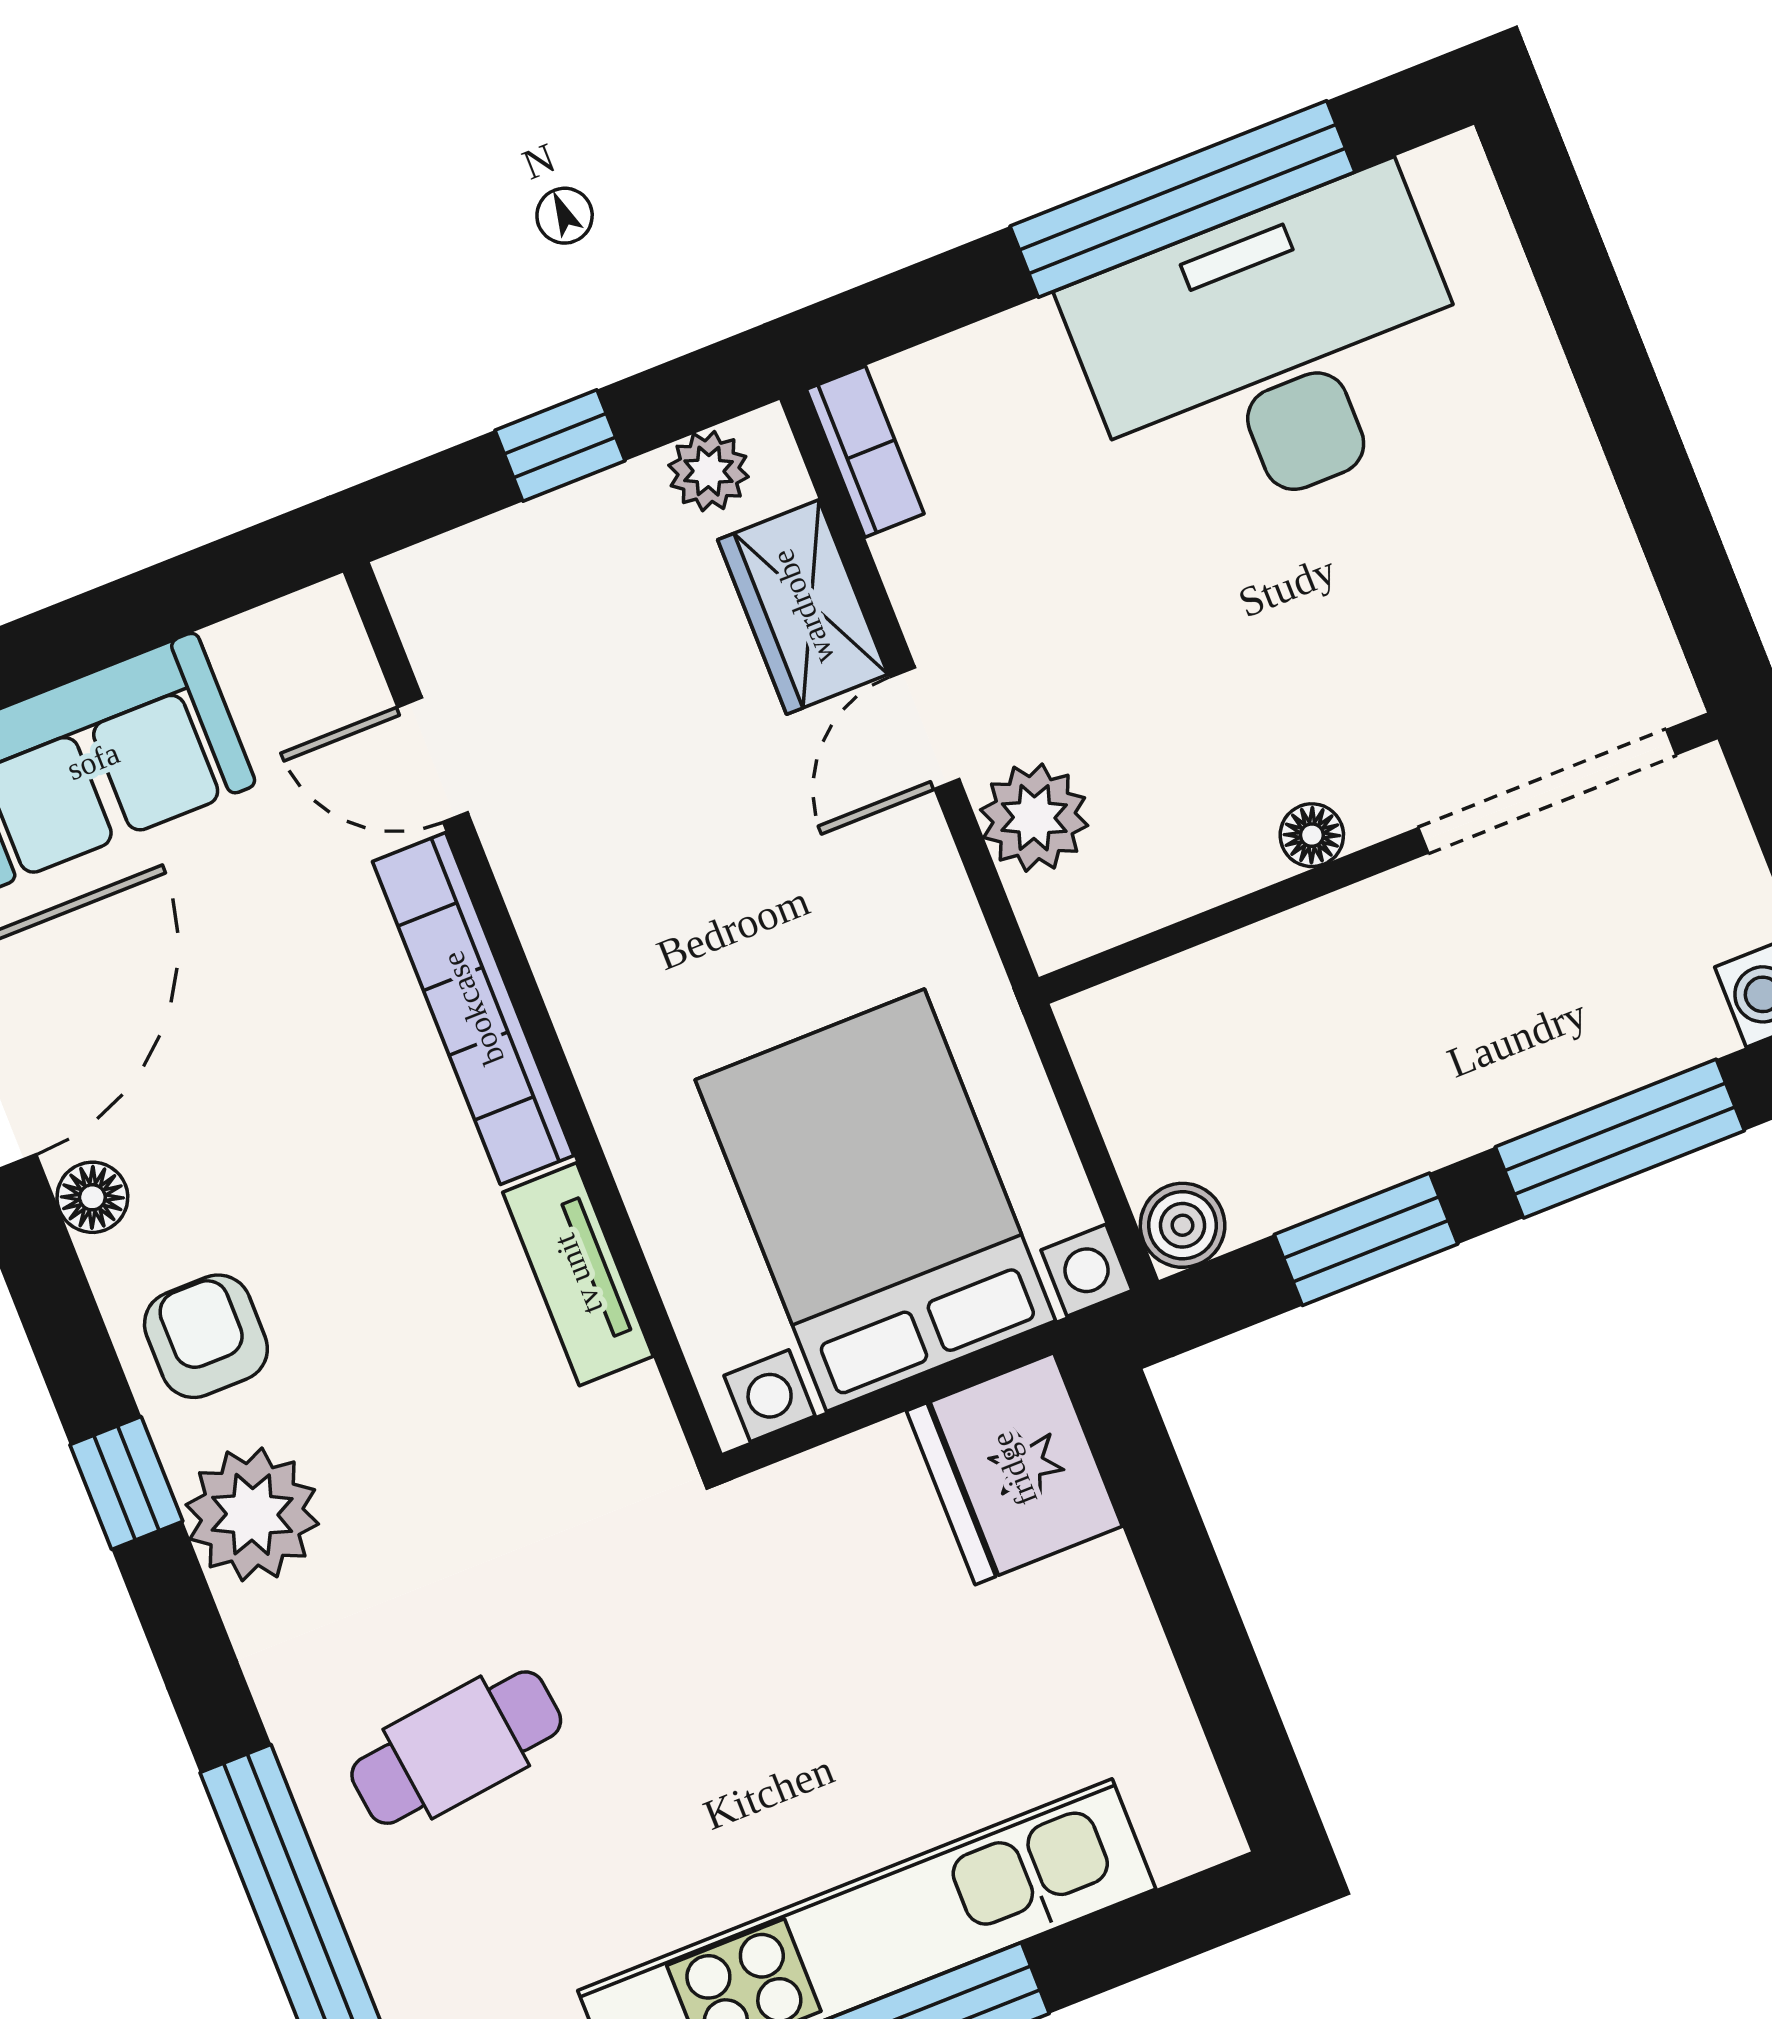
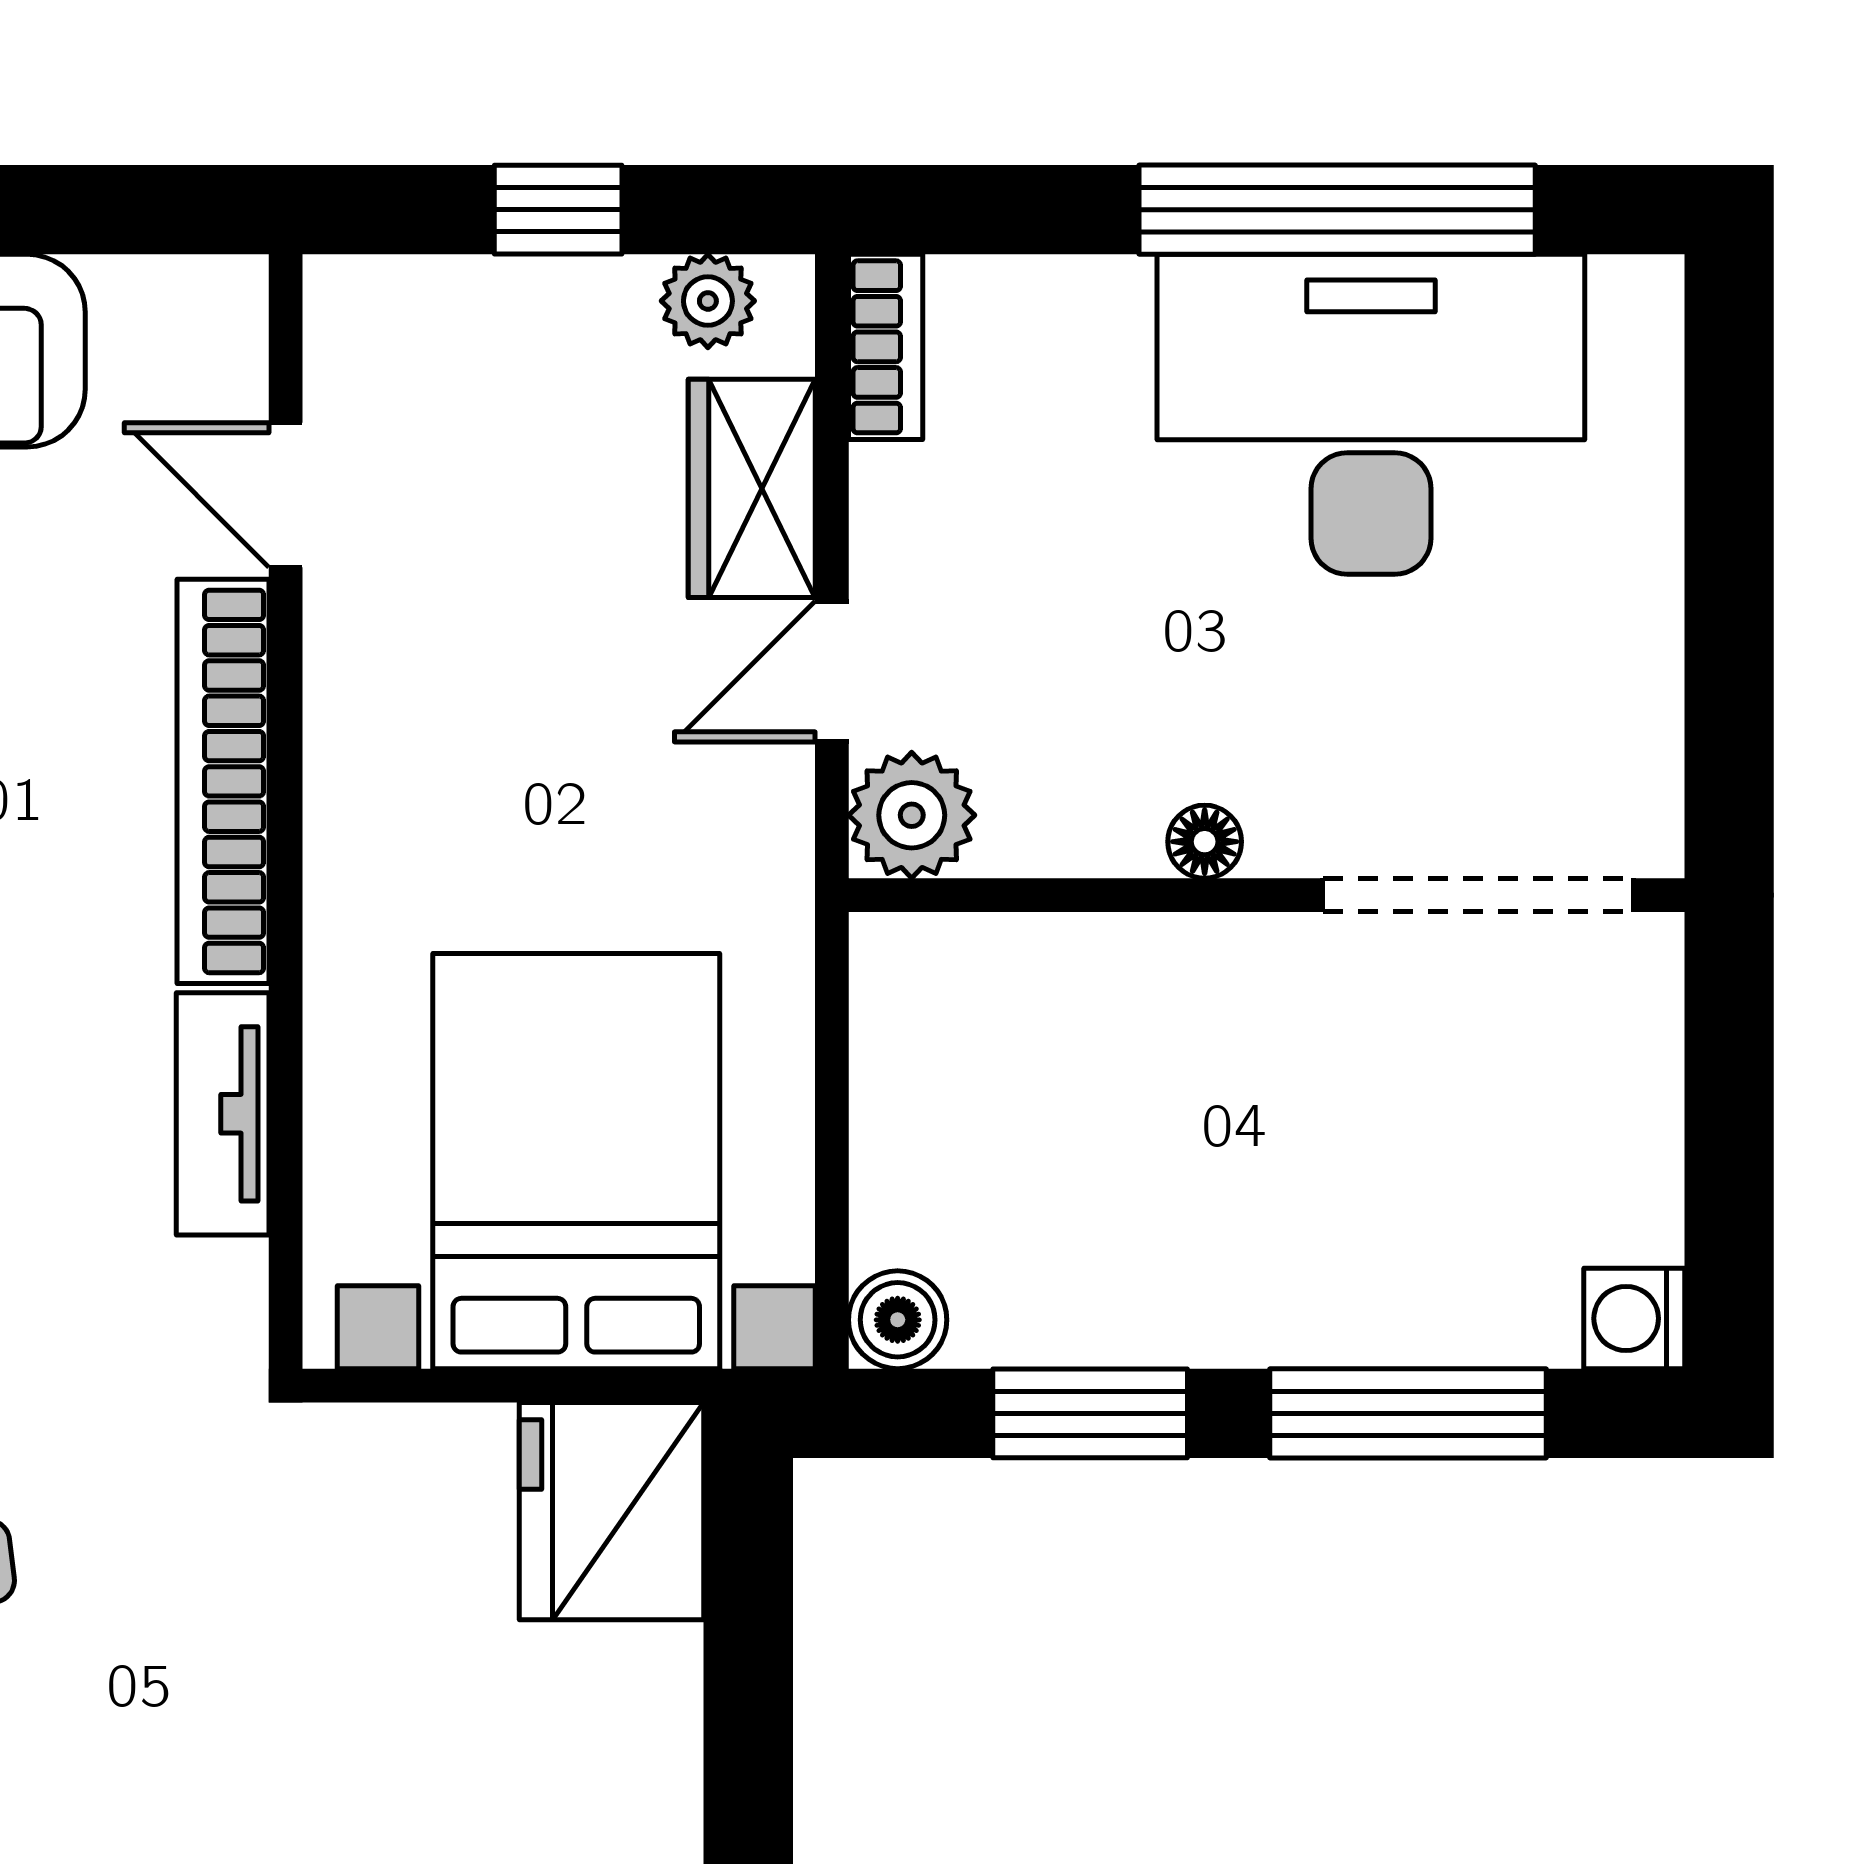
doorway: (1547, 791) -> (1478, 895), moved
floor lamp: (1312, 835) -> (1205, 842), moved
wall: (1378, 858) -> (1267, 895), moved

